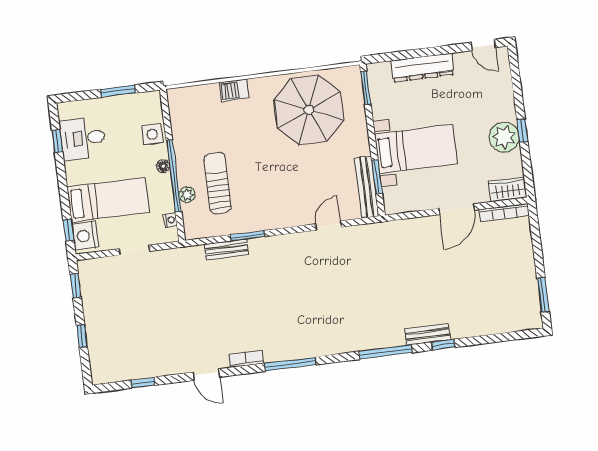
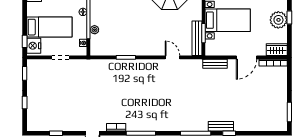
sun lounger: (218, 183) -> (113, 25), removed
door: (328, 226) -> (172, 57), hinge flipped
bench: (226, 250) -> (215, 64), moved

